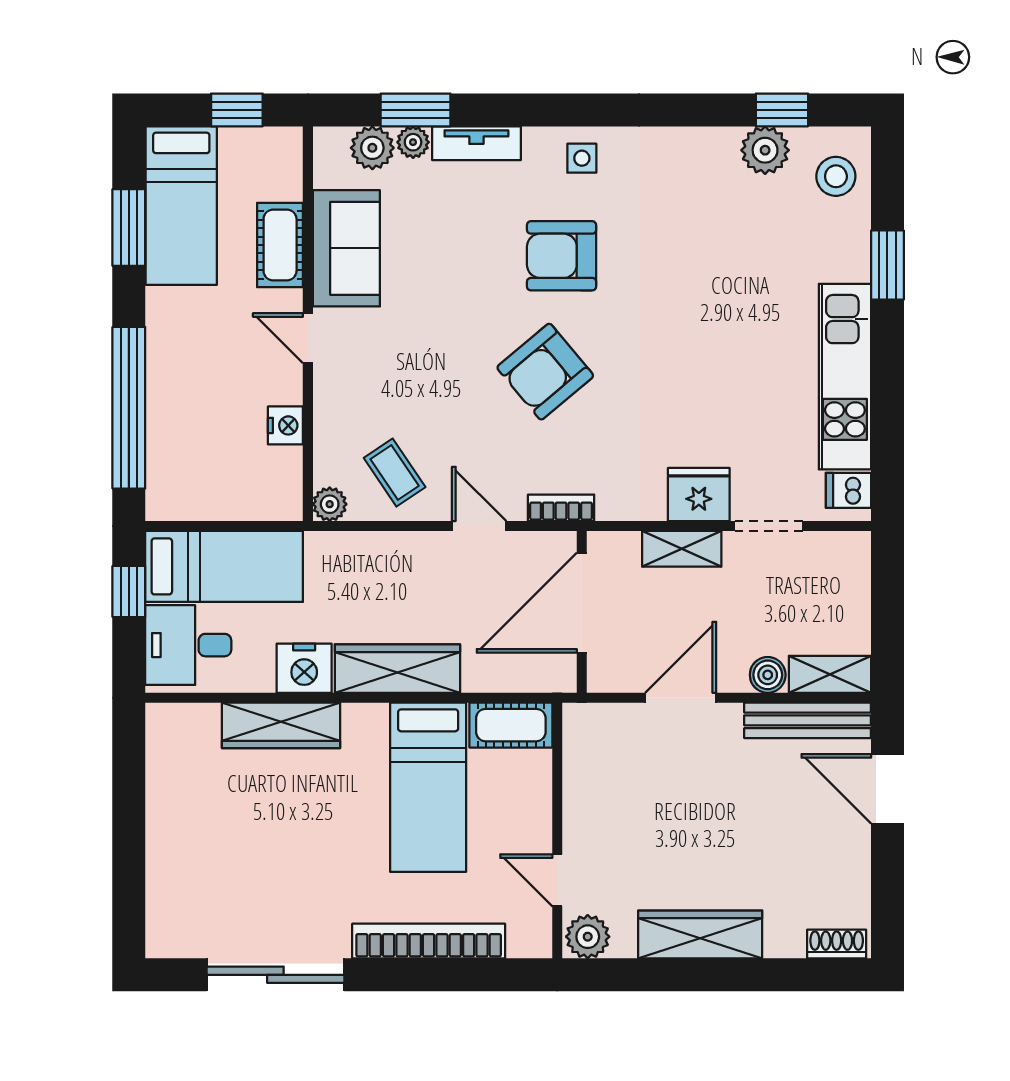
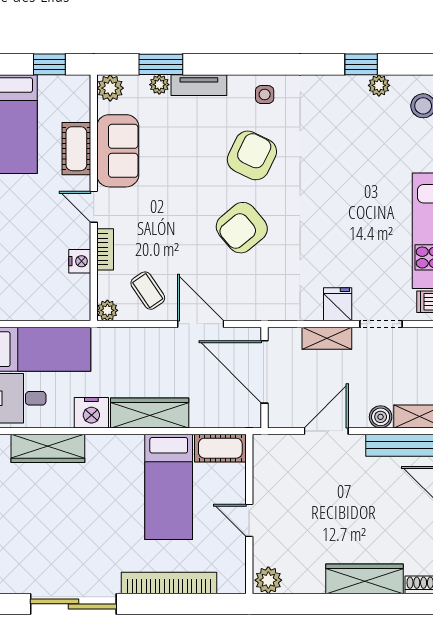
window: (782, 110) -> (361, 64), moved
plant: (372, 148) -> (110, 88), moved
plant: (765, 150) -> (379, 85), width x0.73, depth x0.73
armchair: (562, 256) -> (252, 155), turned 116
fridge: (699, 494) -> (338, 304), width x0.72
bookcase: (561, 508) -> (105, 249), moved, turned 90
door: (479, 526) -> (201, 324), width x1.38
door: (582, 603) -> (265, 372), hinge flipped
wardrobe: (281, 725) -> (48, 448), moved
door: (557, 880) -> (249, 520), moved
wardrobe: (700, 934) -> (364, 579), moved

